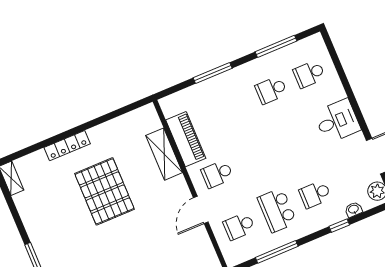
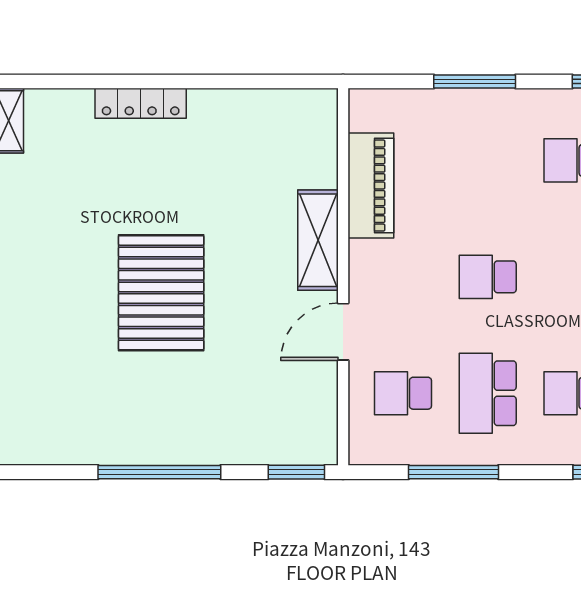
shelving: (164, 154) -> (318, 240), moved
school desk: (217, 174) -> (488, 277), moved
pallet: (105, 191) -> (161, 293), moved

